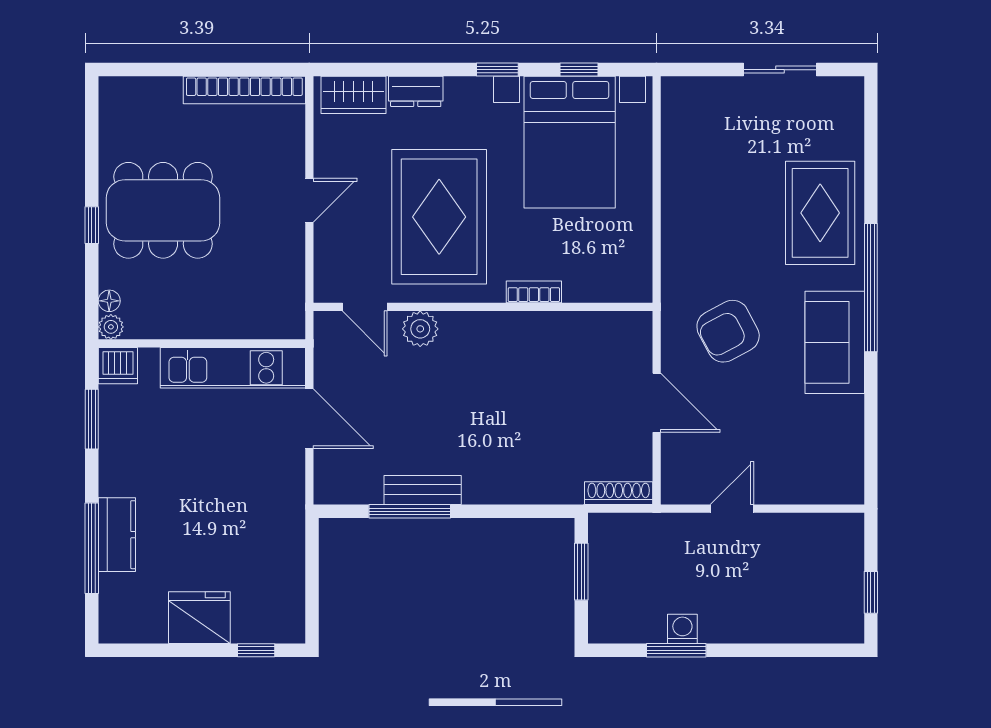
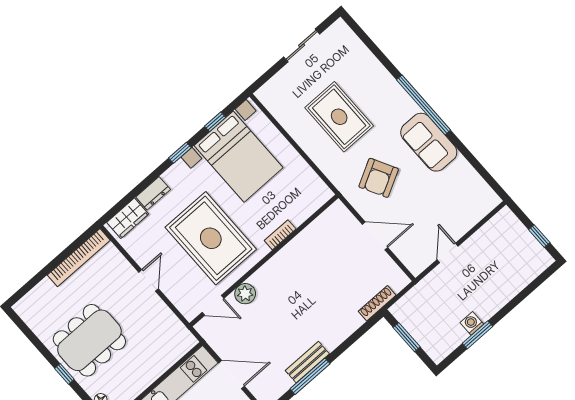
rug: (820, 213) -> (339, 117), moved
shoe rack: (619, 493) -> (377, 303), moved

